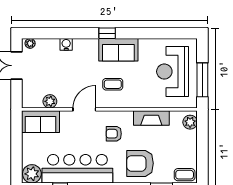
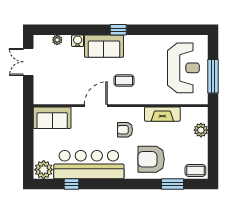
plant: (30, 43) -> (57, 40), moved
sofa: (118, 50) -> (104, 46), moved
reception desk: (173, 72) -> (183, 68), turned 180
plant: (50, 101) -> (61, 98), removed
plant: (190, 122) -> (201, 130), moved

